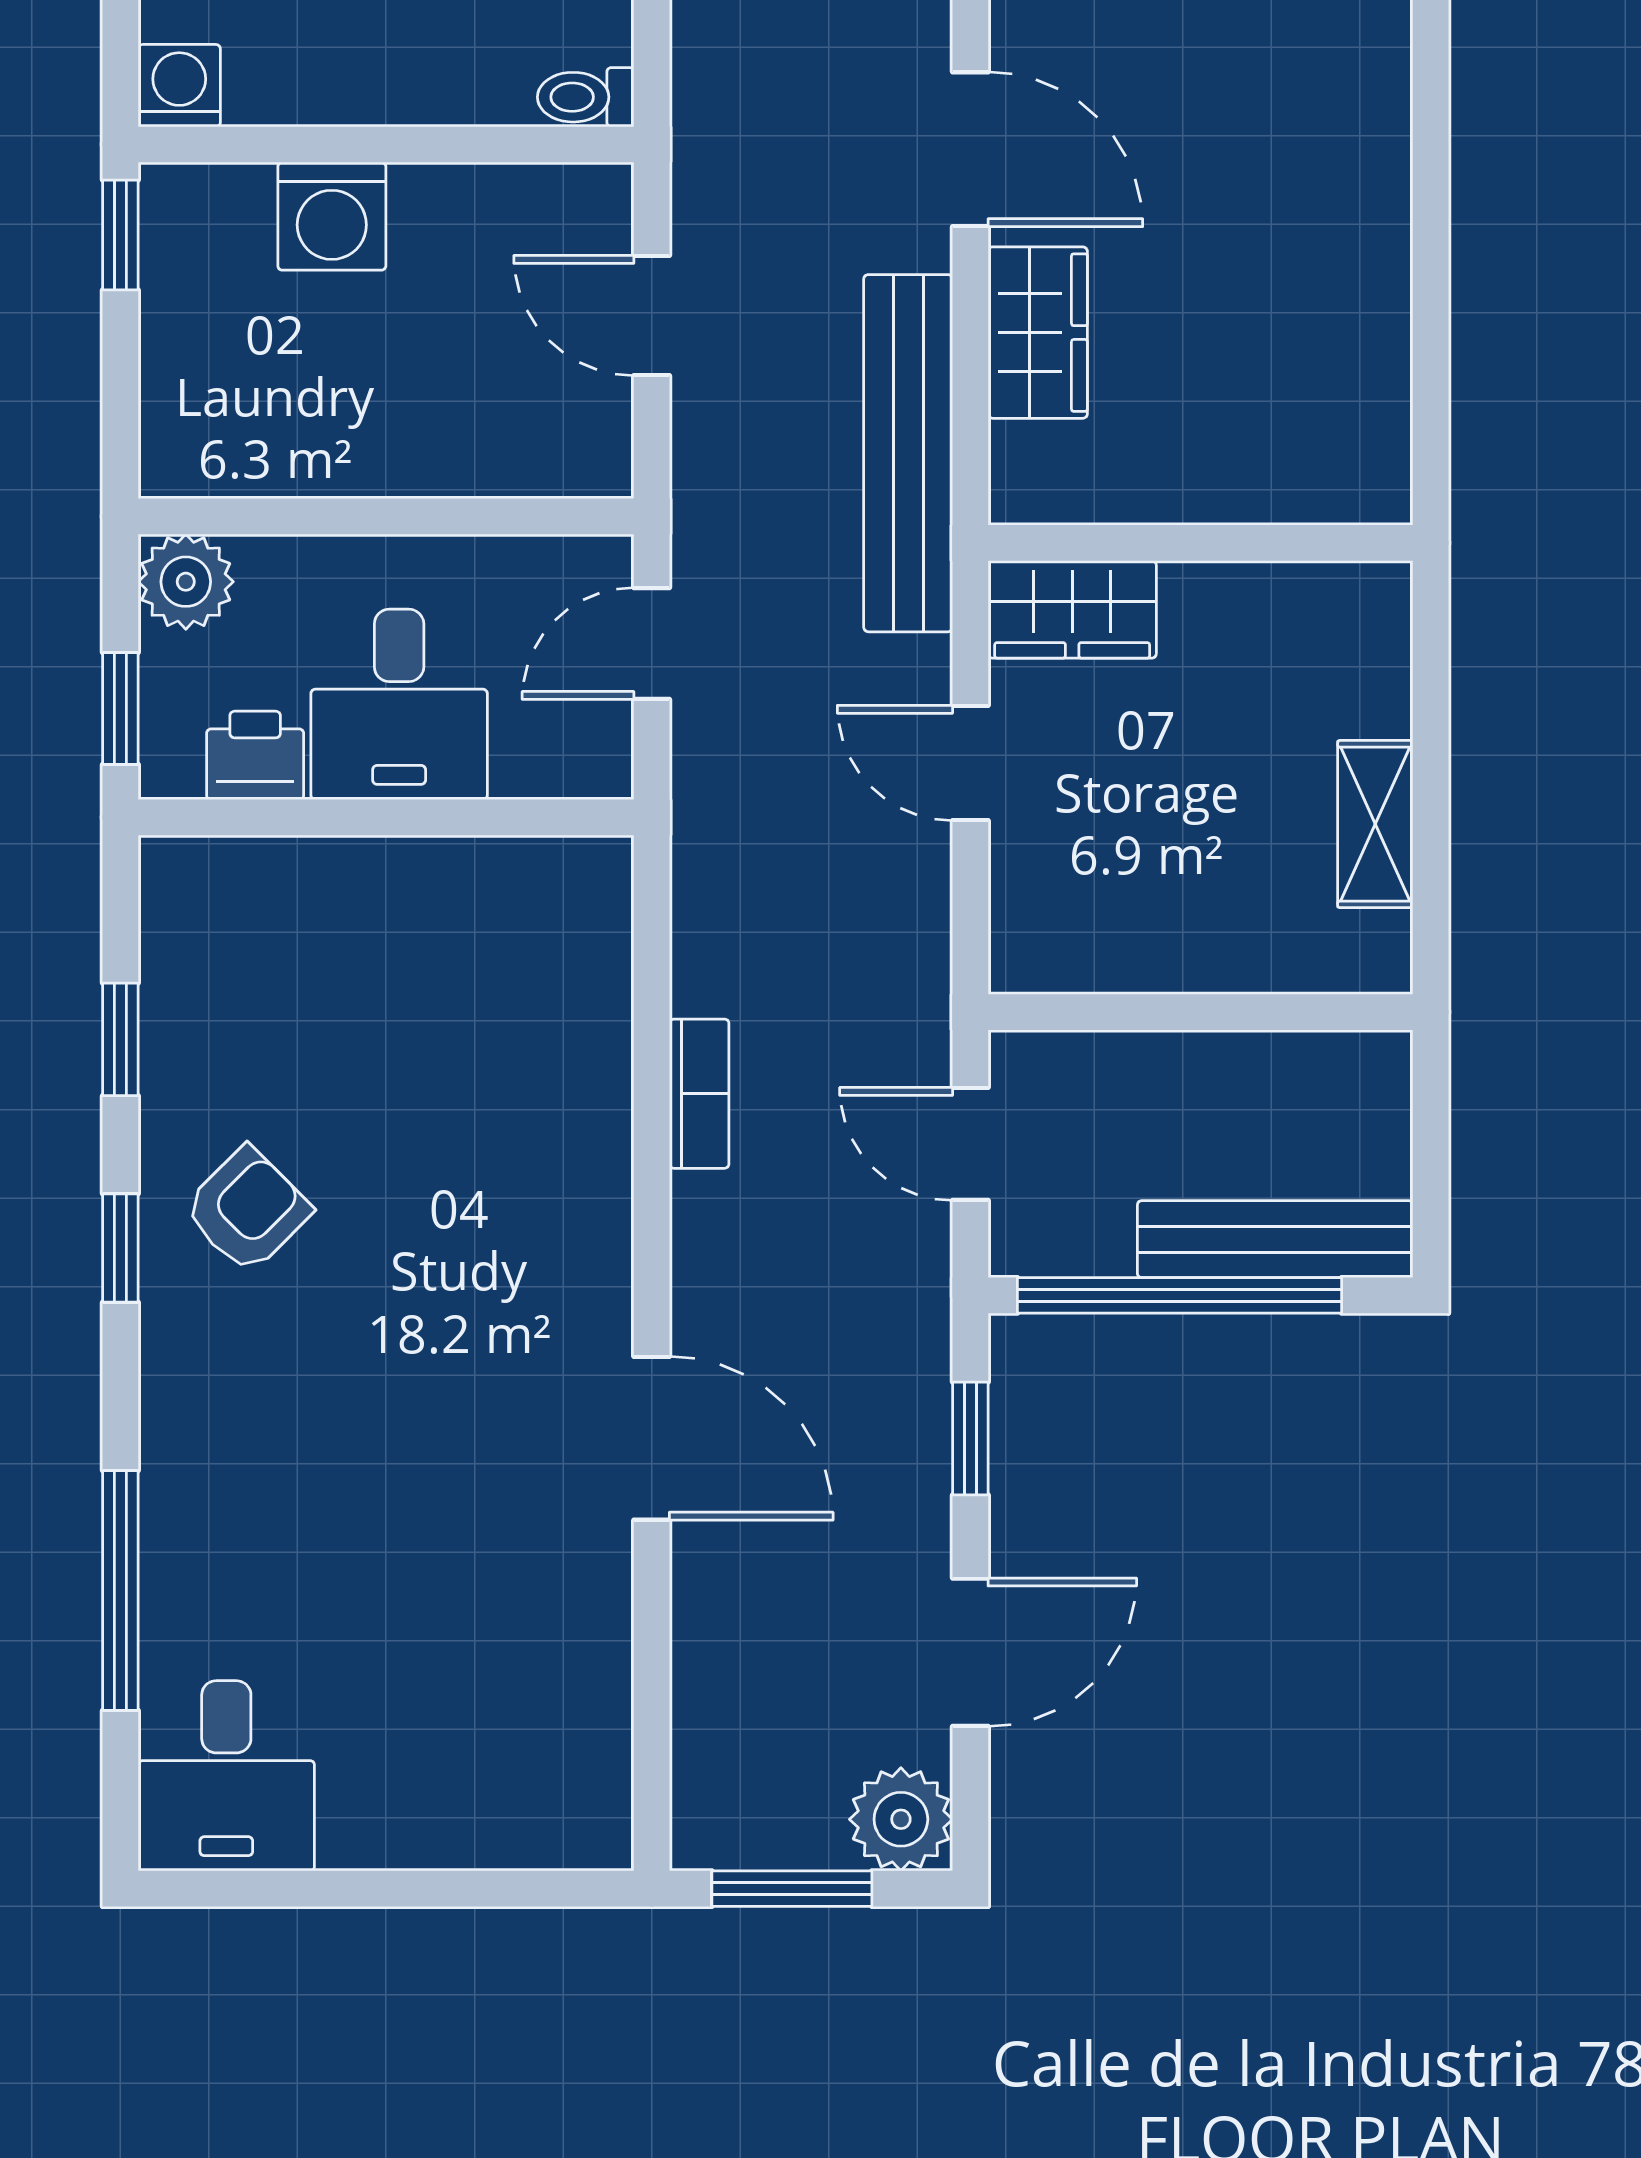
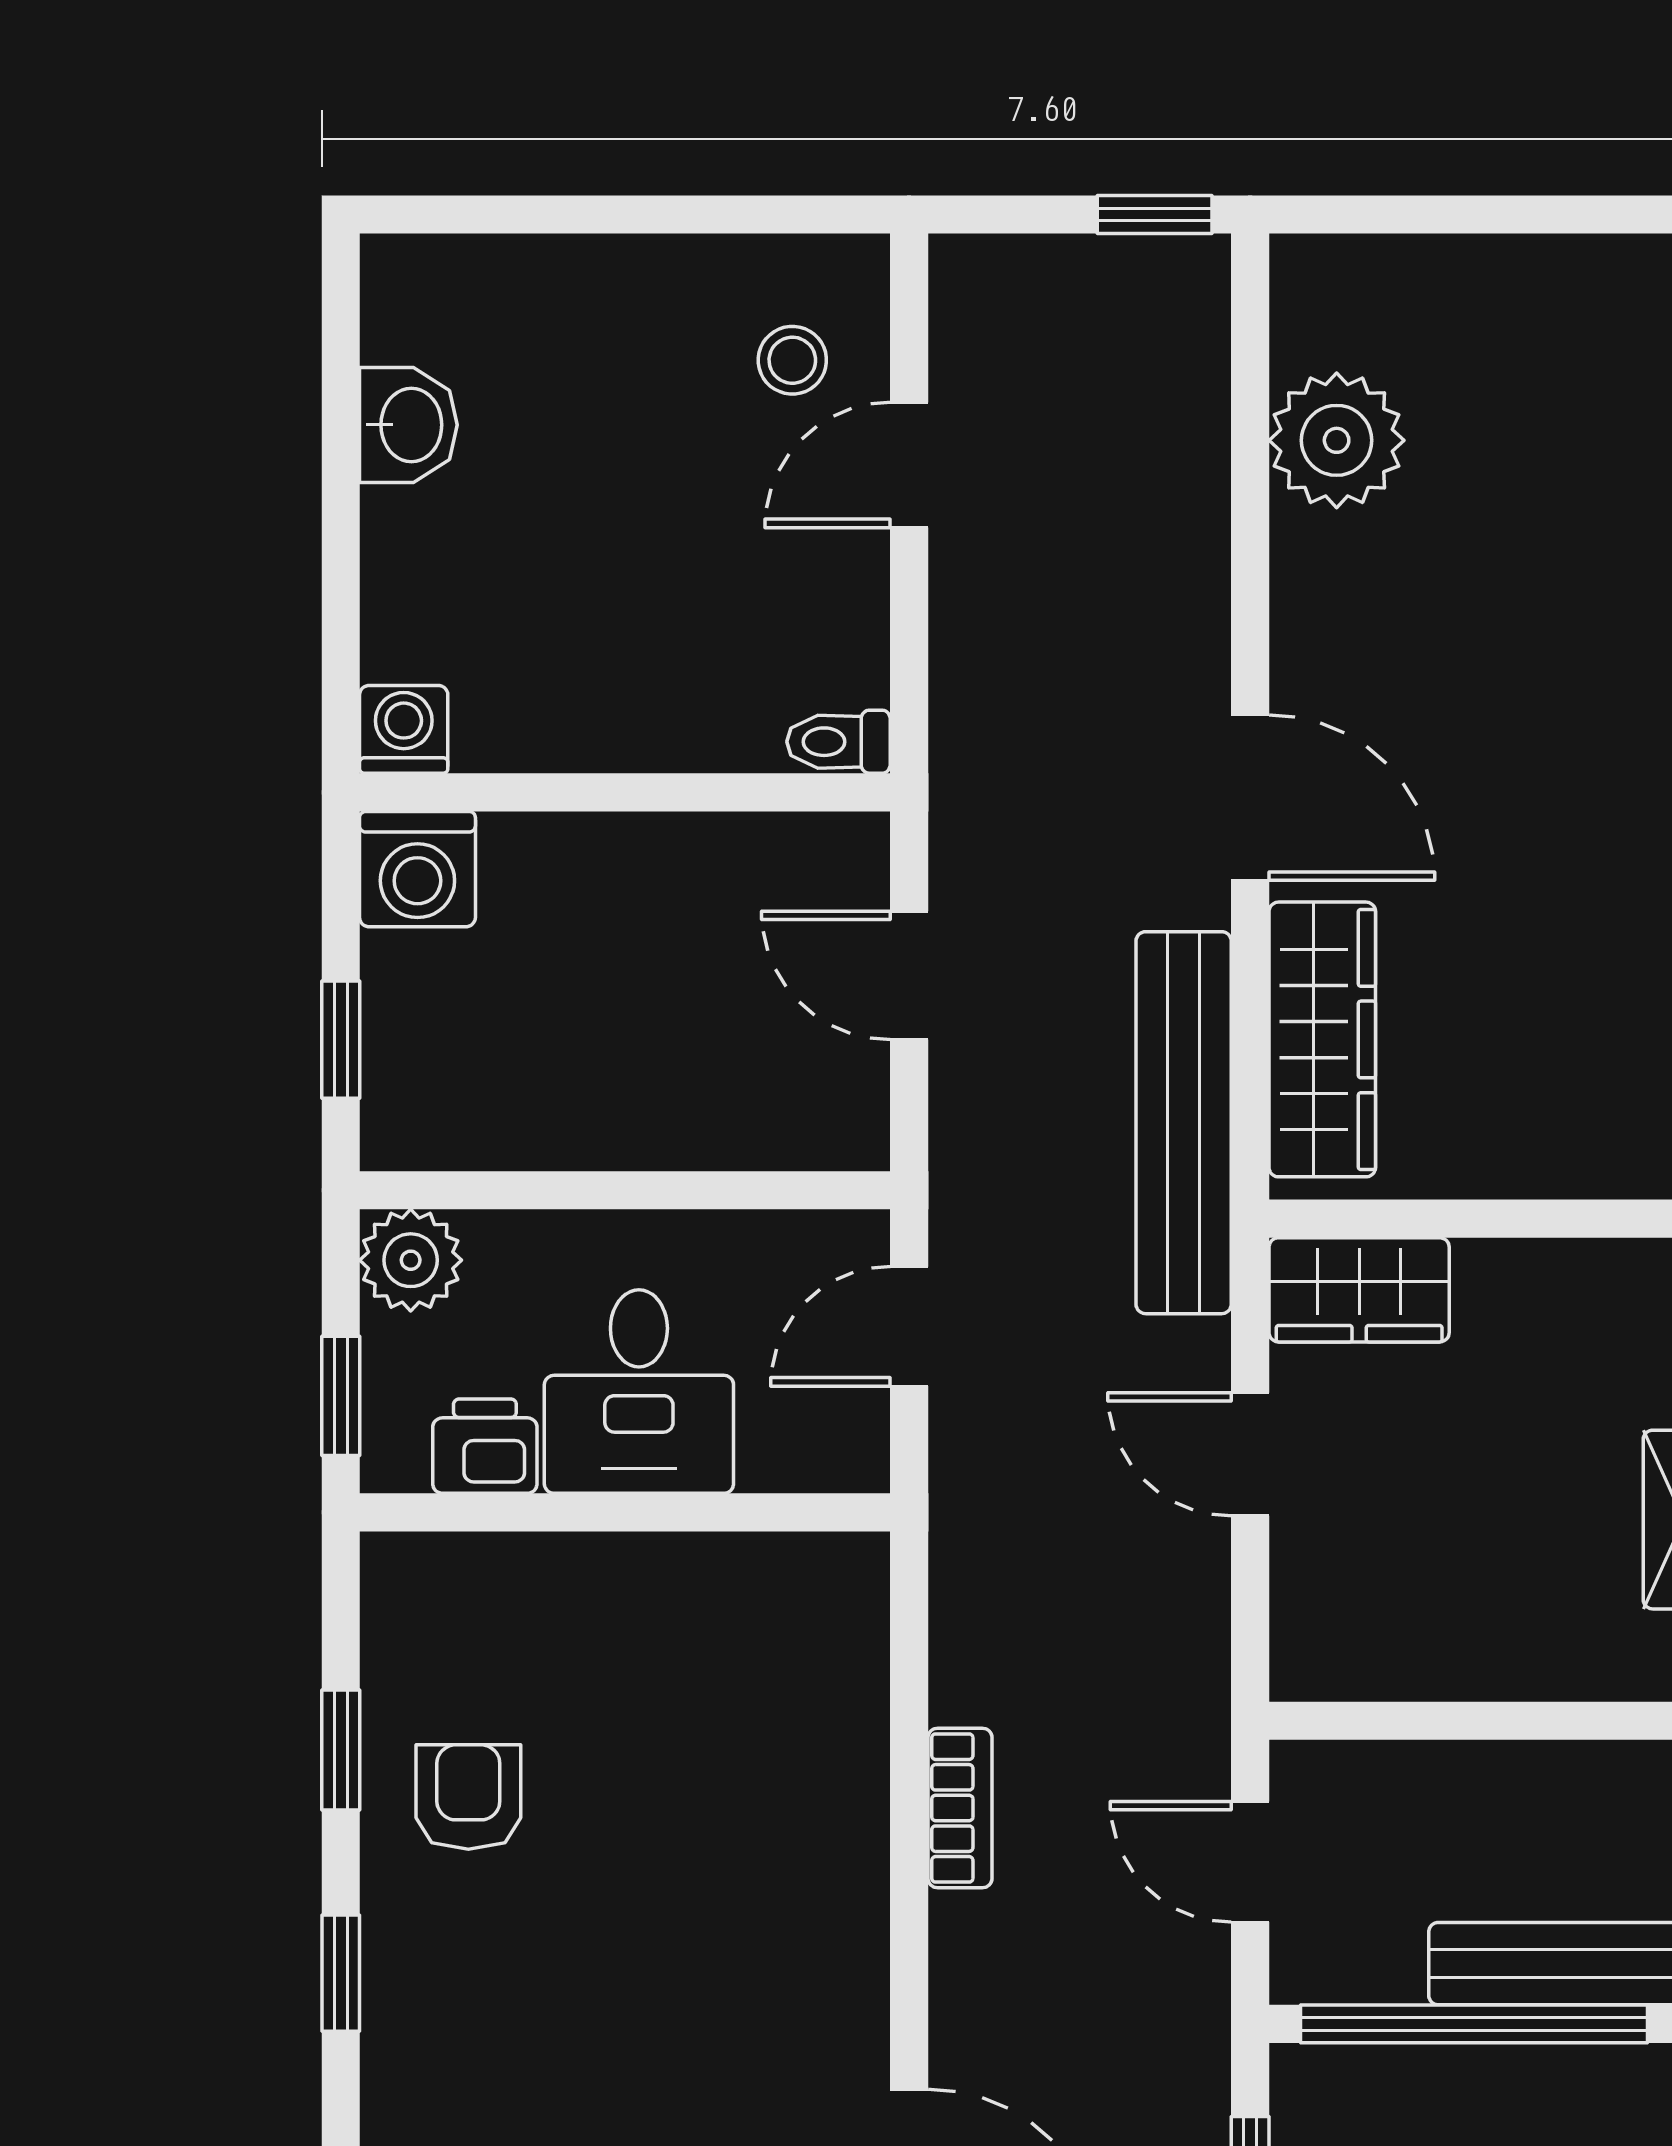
washing machine: (332, 216) -> (417, 869), moved
window: (120, 235) -> (341, 1040), moved
wardrobe: (1038, 333) -> (1322, 1039), width x1.50
armchair: (247, 1210) -> (468, 1797), moved, turned -45

